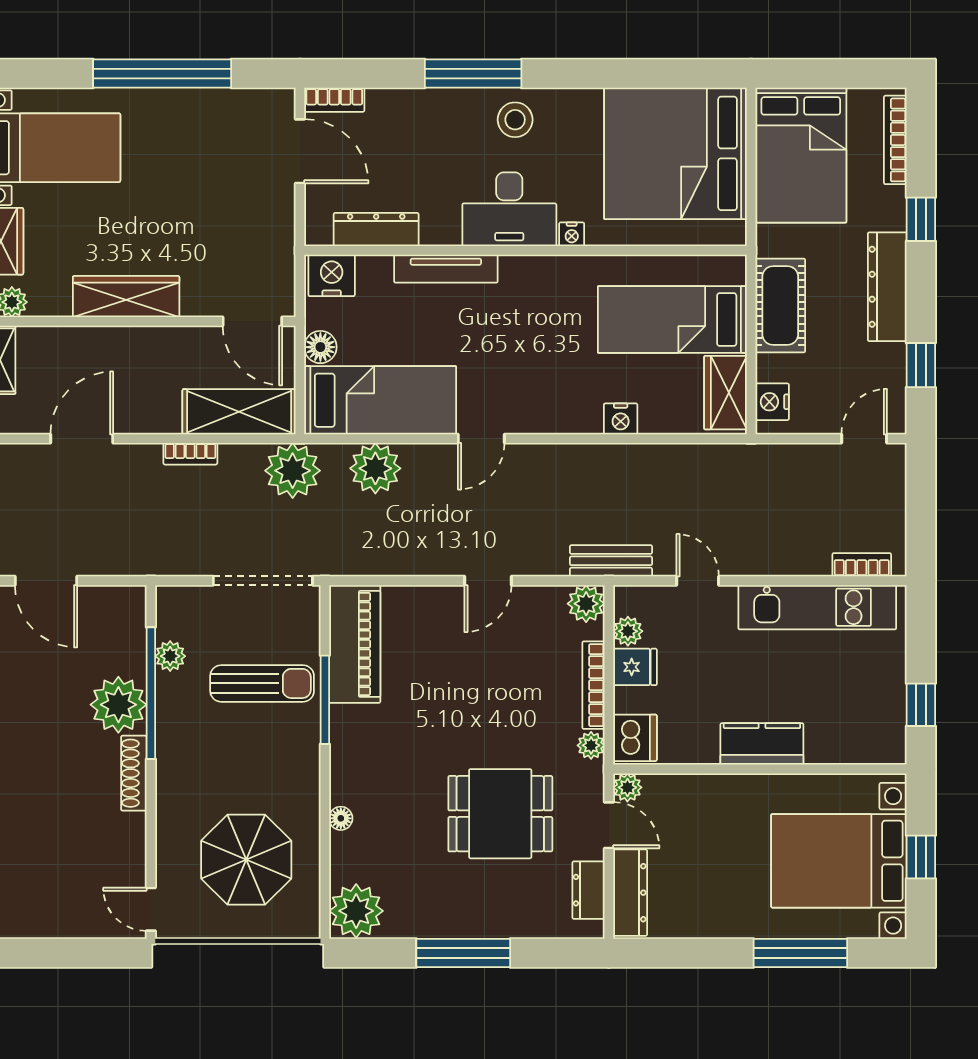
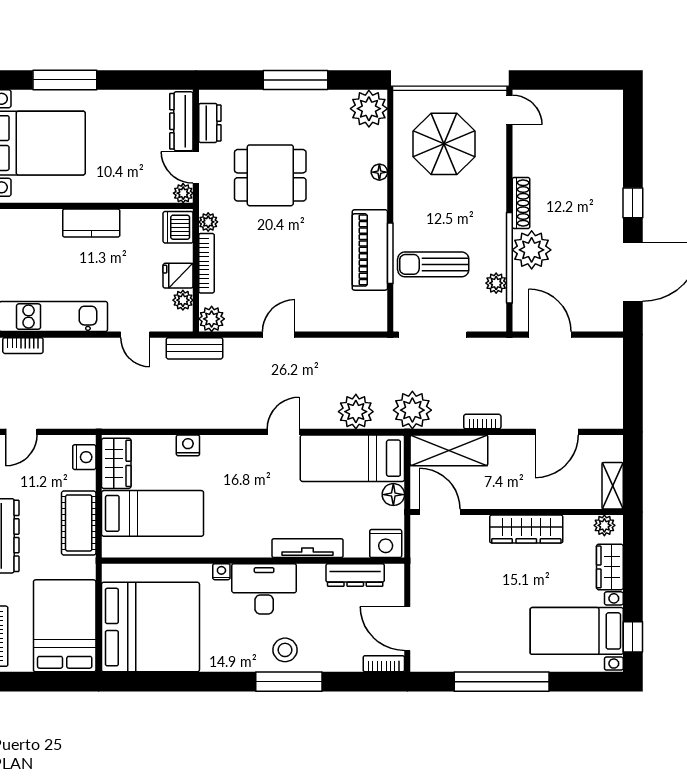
stool: (515, 120) -> (285, 650), moved
door: (46, 581) -> (550, 335), moved
piano: (355, 644) -> (370, 250), moved

